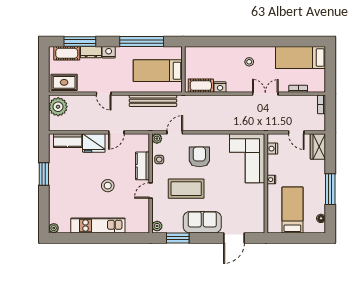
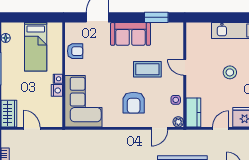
nightstand: (272, 149) -> (57, 90), moved
kitchen counter: (142, 166) -> (193, 112), moved
coffee table: (186, 189) -> (147, 69), width x0.73, depth x0.76
door: (151, 191) -> (185, 67), swing flipped
armchair: (255, 206) -> (75, 51), added
plant: (157, 226) -> (178, 30), removed

